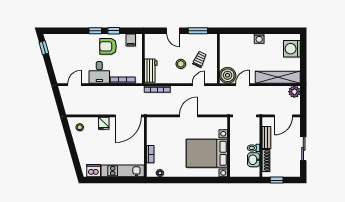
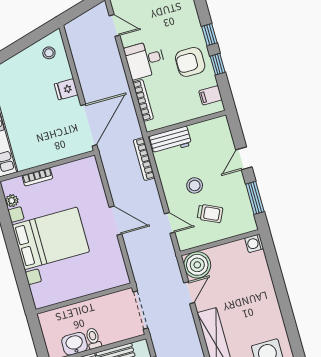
washing machine: (259, 39) -> (254, 243), moved
armchair: (108, 46) -> (190, 62), turned -90
door: (242, 85) -> (189, 293), hinge flipped
door: (128, 116) -> (89, 125), swing flipped
bed with nightstands: (207, 153) -> (51, 238), moved, turned 90

